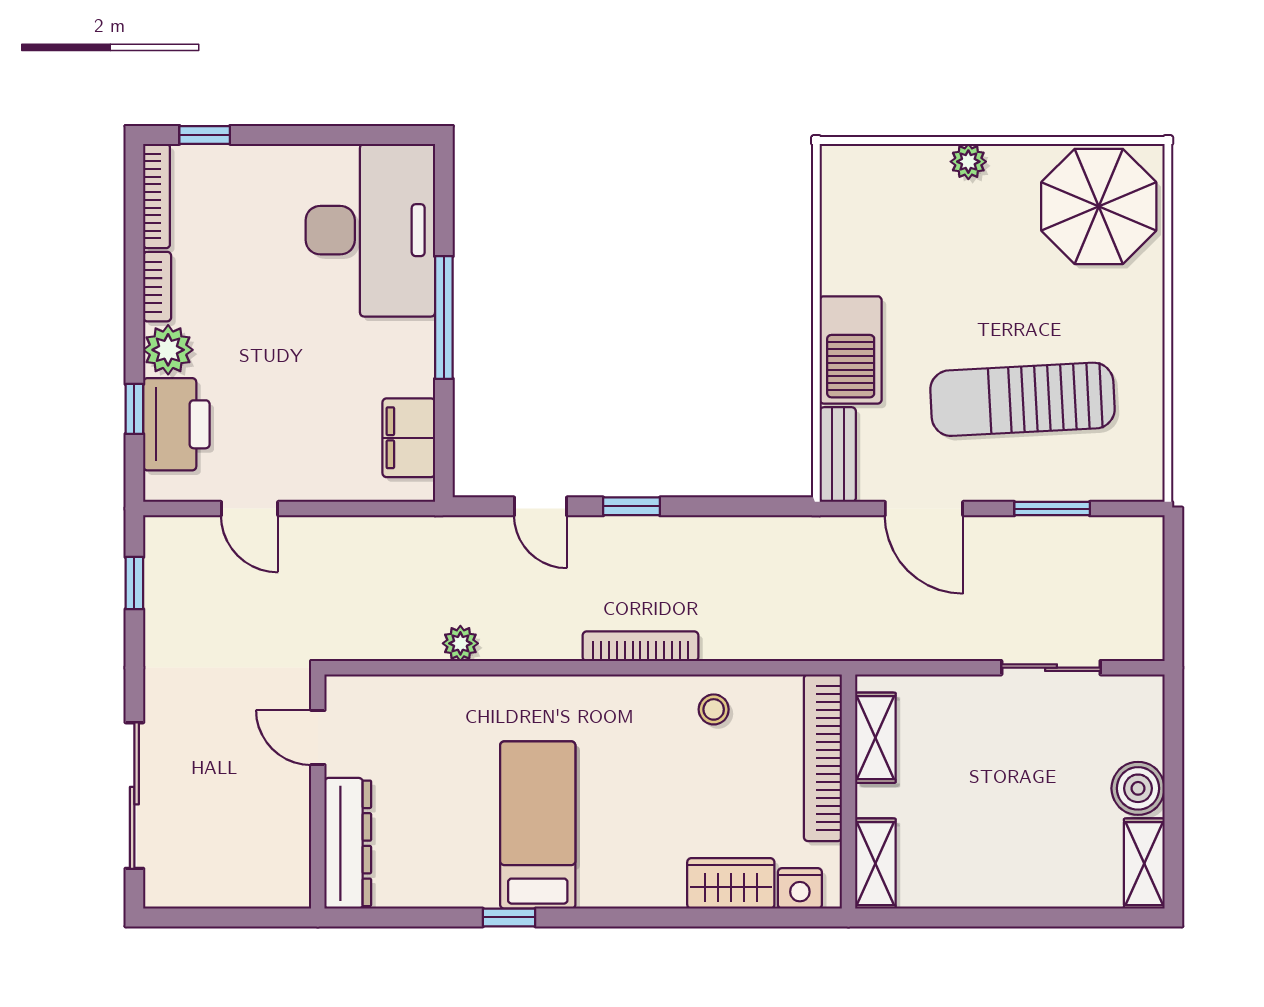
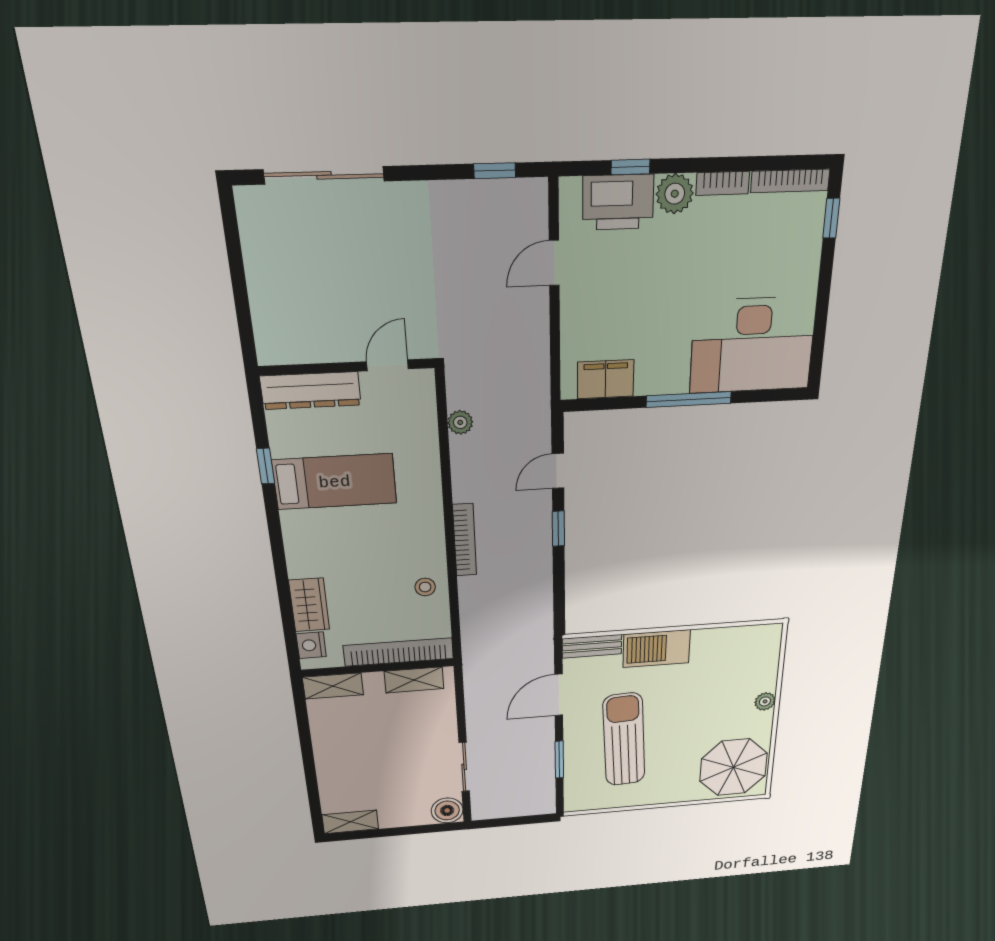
door: (318, 737) -> (387, 365), moved
boiler: (1138, 788) -> (447, 810), moved
wall: (318, 791) -> (347, 367), moved
dresser: (348, 843) -> (311, 391), moved

